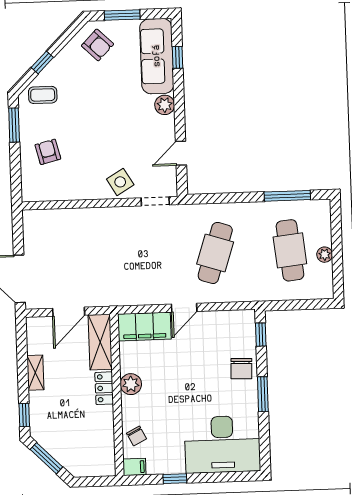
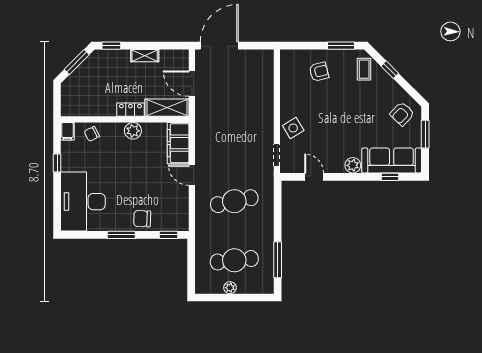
cafe table: (215, 253) -> (234, 201), turned -30

